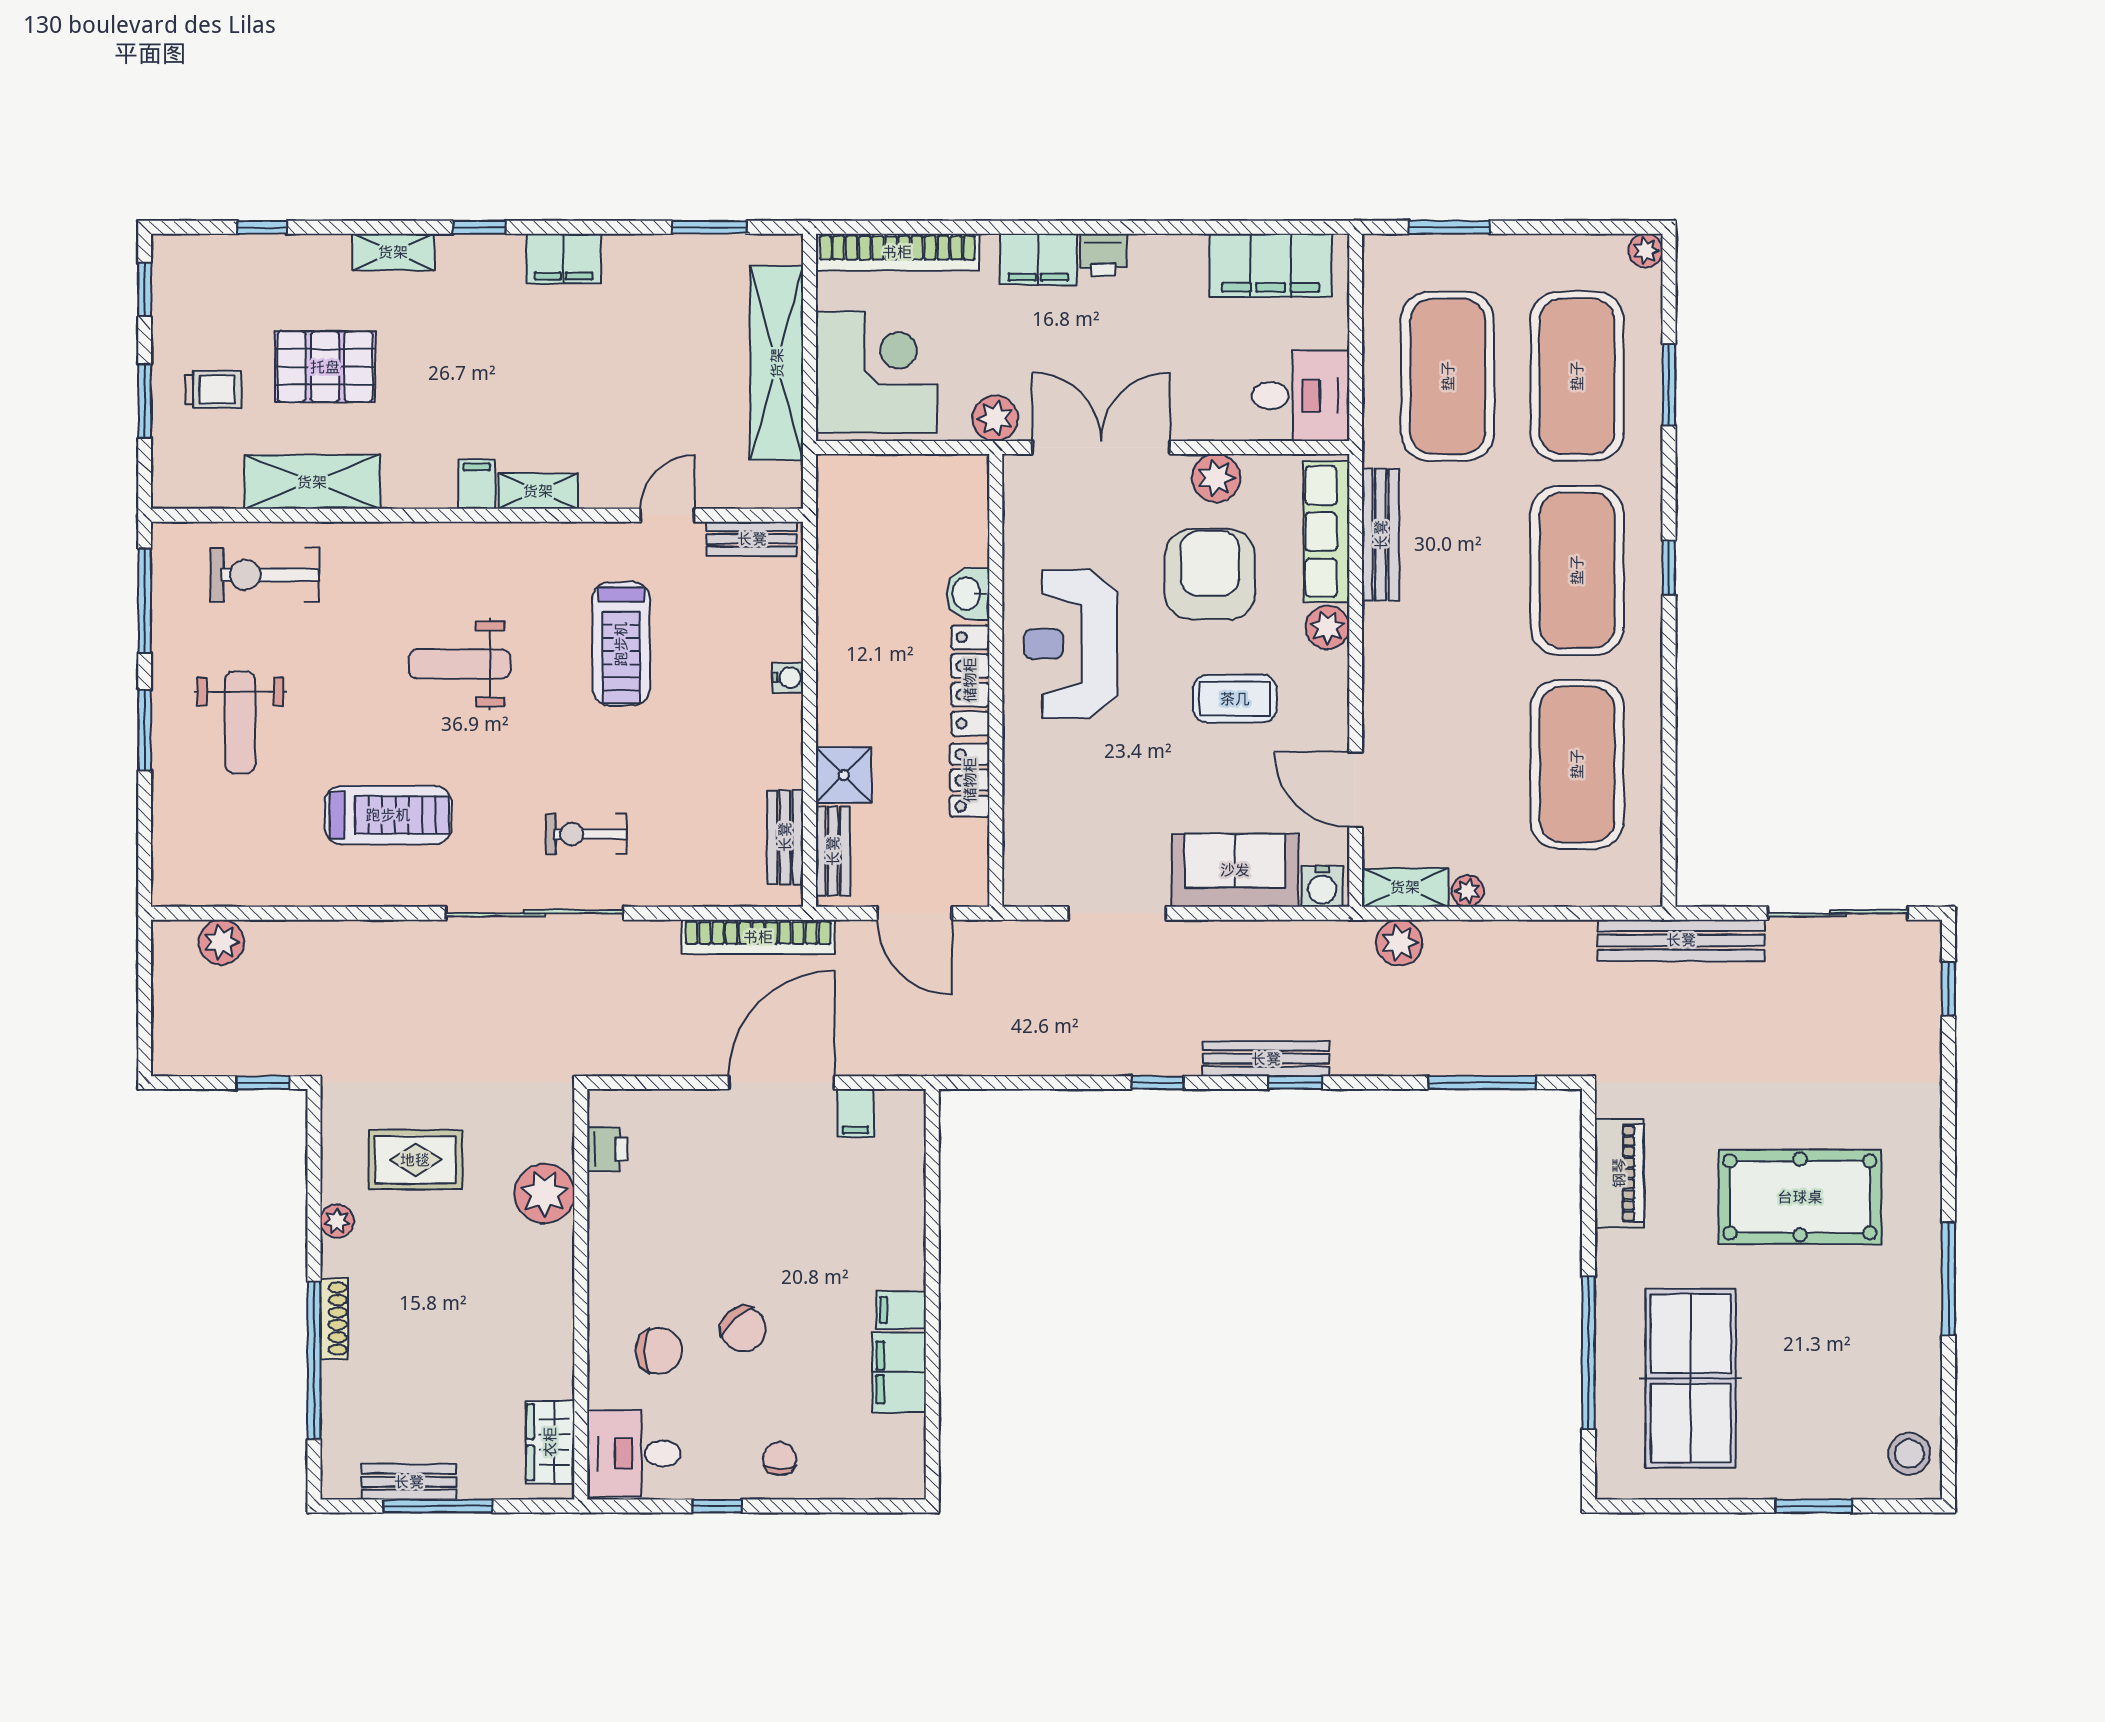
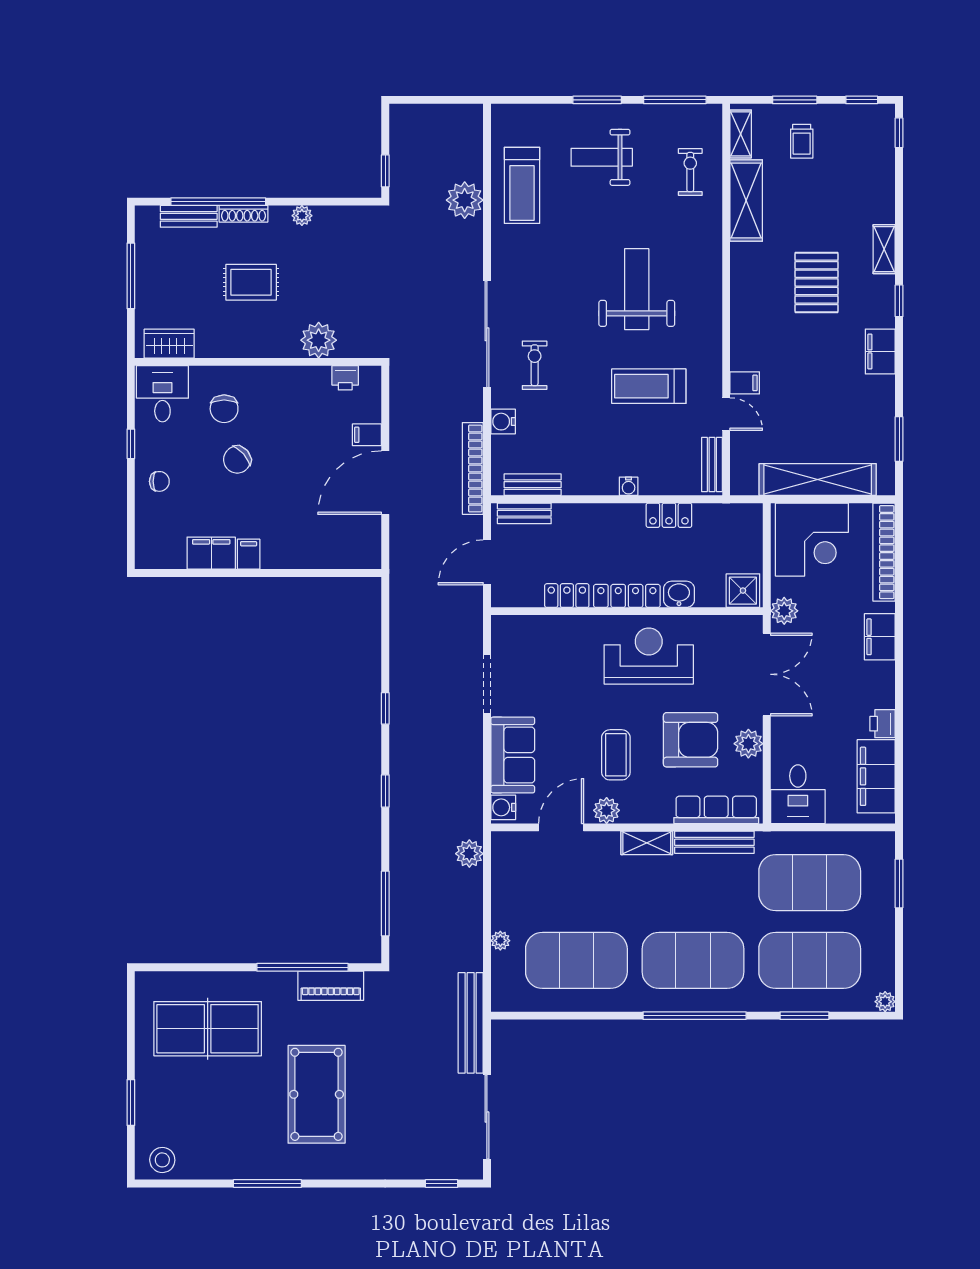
window: (262, 227) -> (899, 133), moved
printer: (1103, 255) -> (882, 724), moved
pallet: (325, 367) -> (817, 282), moved
filing cabinet: (477, 484) -> (745, 383), moved
shelving: (538, 491) -> (741, 134), moved
window: (1669, 568) -> (695, 1016), width x3.17
exercise bike: (265, 575) -> (690, 172), width x0.73, depth x0.72
locker: (836, 610) -> (669, 515), added
plant: (1327, 627) -> (607, 810), moved
weight bench: (460, 664) -> (637, 289), width x1.36, depth x1.33
shower: (844, 775) -> (743, 591), moved
treadmill: (388, 815) -> (522, 185), moved
water cooler: (680, 886) -> (503, 422), added
shelving: (1405, 887) -> (647, 843), moved, turned 90
plant: (1468, 891) -> (500, 941), moved
plant: (222, 942) -> (465, 200), moved, width x1.36, depth x1.36
bench: (1266, 1059) -> (400, 773), removed
door: (782, 1083) -> (385, 483), swing flipped
filing cabinet: (855, 1113) -> (367, 435), moved
rug: (415, 1160) -> (251, 282), moved, turned 90
window: (1589, 1353) -> (302, 967), moved
bench: (409, 1482) -> (189, 216), moved, turned 90

